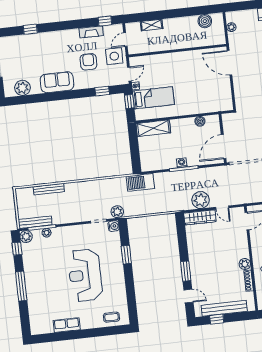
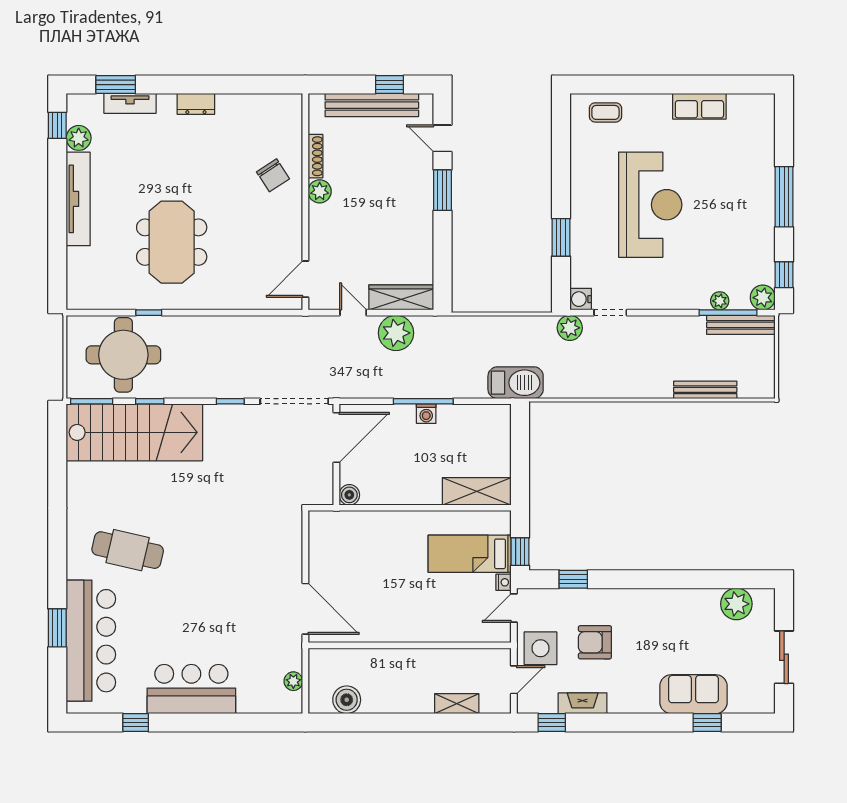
armchair: (88, 62) -> (595, 642), turned 90
sofa: (57, 82) -> (693, 694), moved, turned 180
boiler: (200, 121) -> (349, 495), moved

